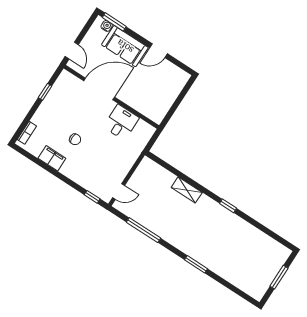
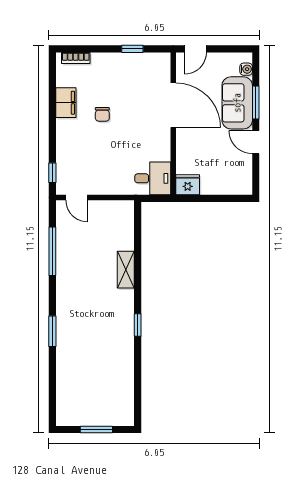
window: (114, 22) -> (256, 102), moved
fridge: (157, 113) -> (188, 185), added
desk: (121, 122) -> (153, 178), moved

